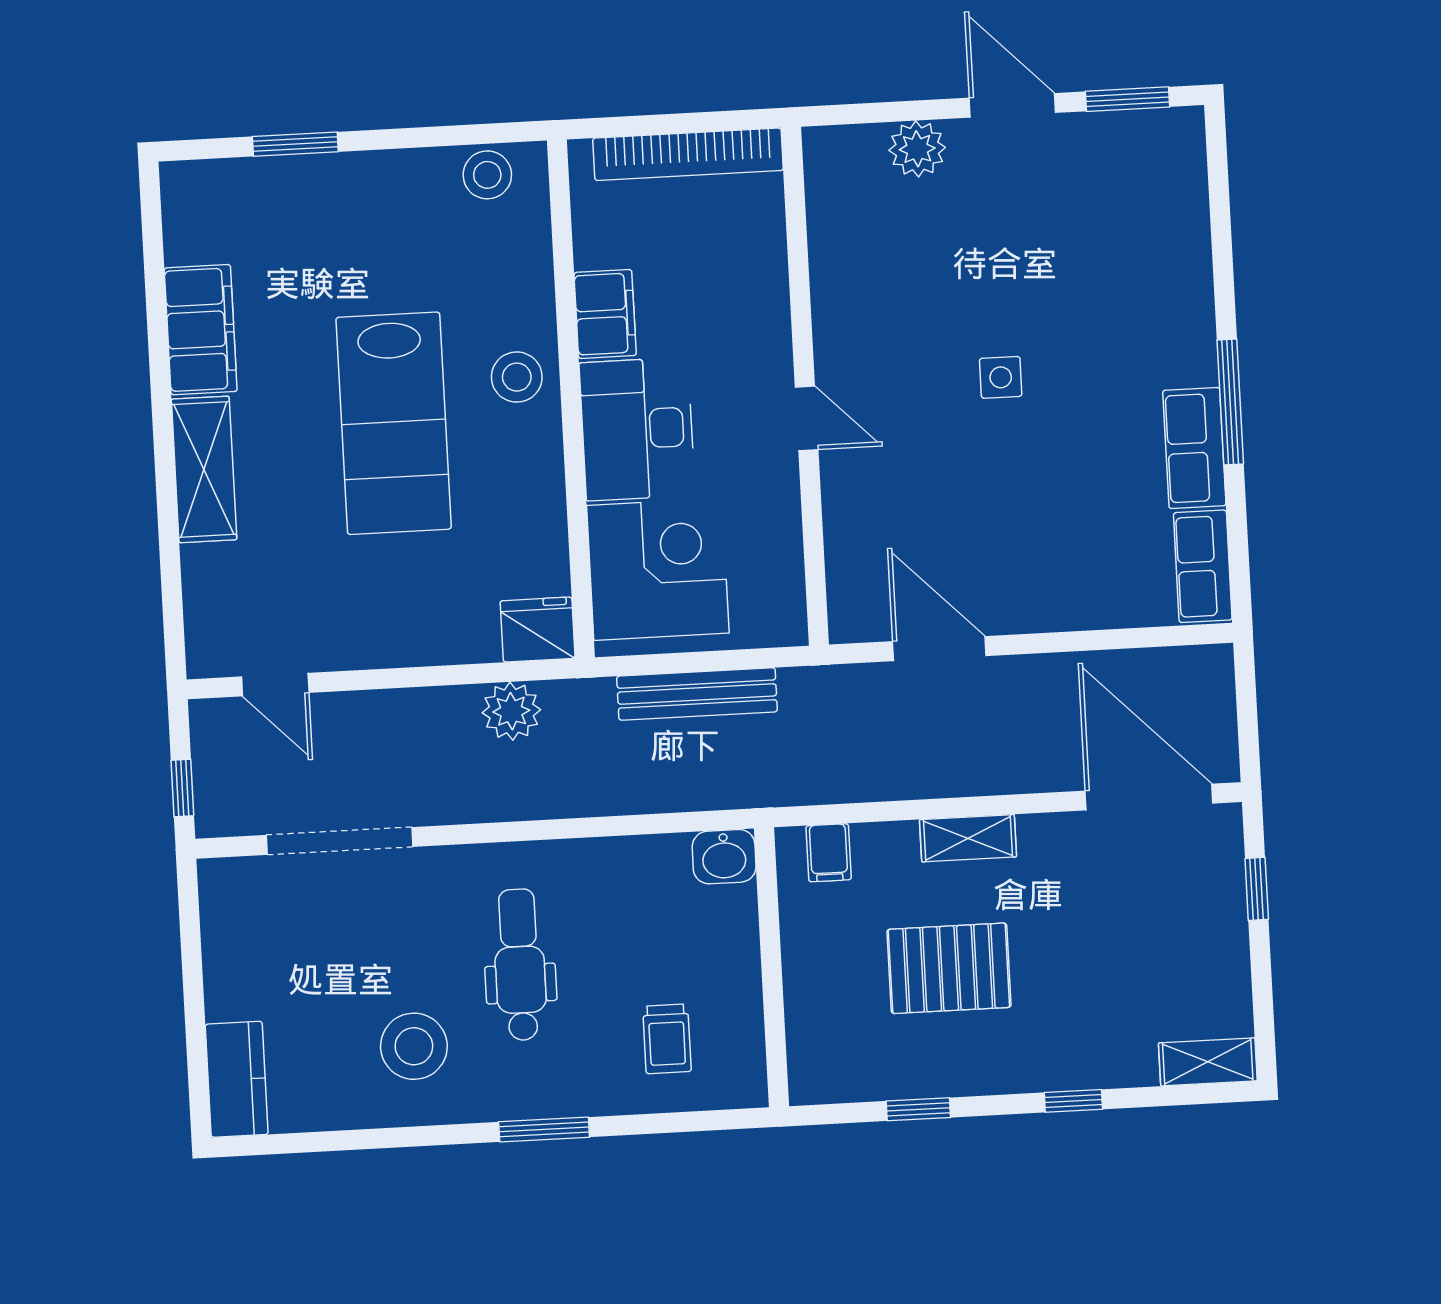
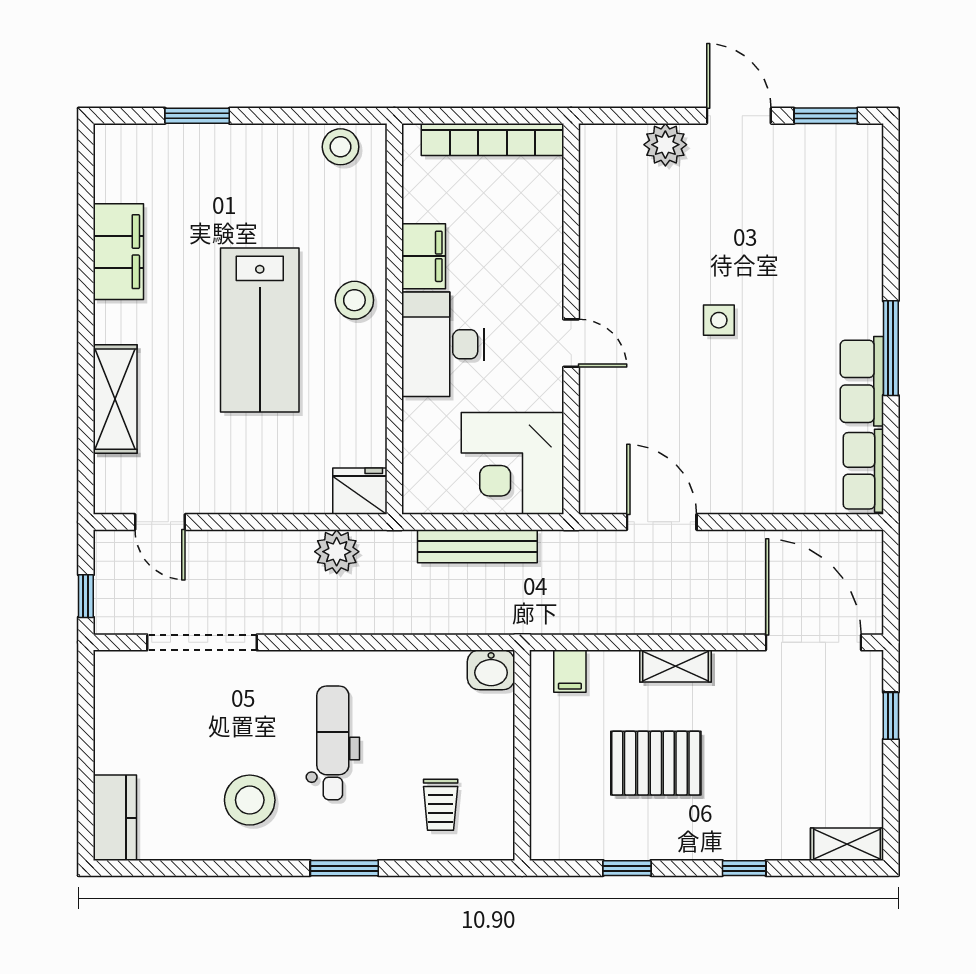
shelving: (204, 469) -> (115, 399), moved
corner desk: (658, 569) -> (513, 463), moved, turned 180

